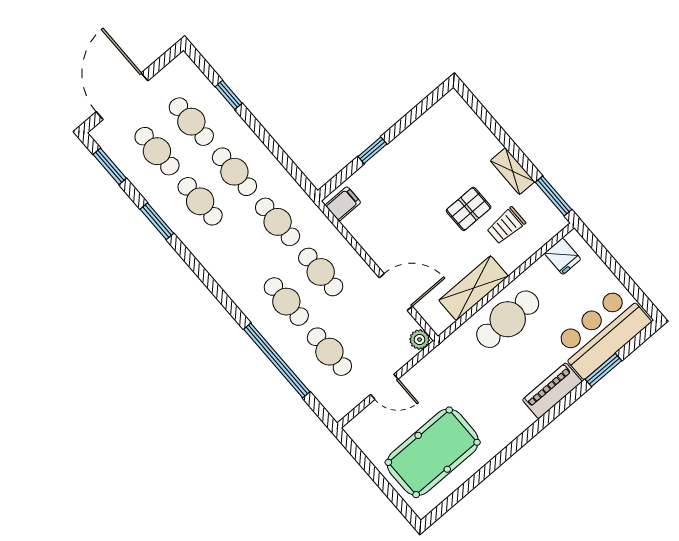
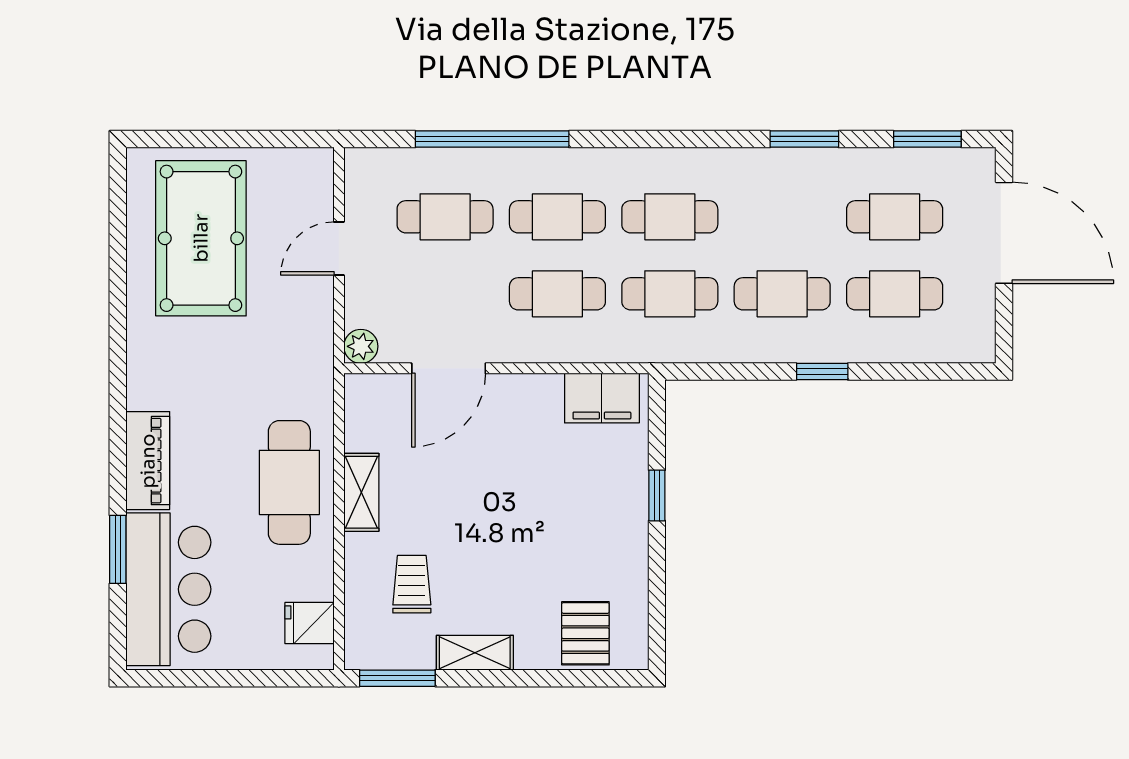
window: (229, 95) -> (822, 372), moved
cafe table: (200, 201) -> (670, 217), moved
filing cabinet: (343, 204) -> (602, 398), width x2.00
pallet: (469, 209) -> (585, 633), moved
shelving: (474, 288) -> (361, 492), width x0.67, depth x0.75

